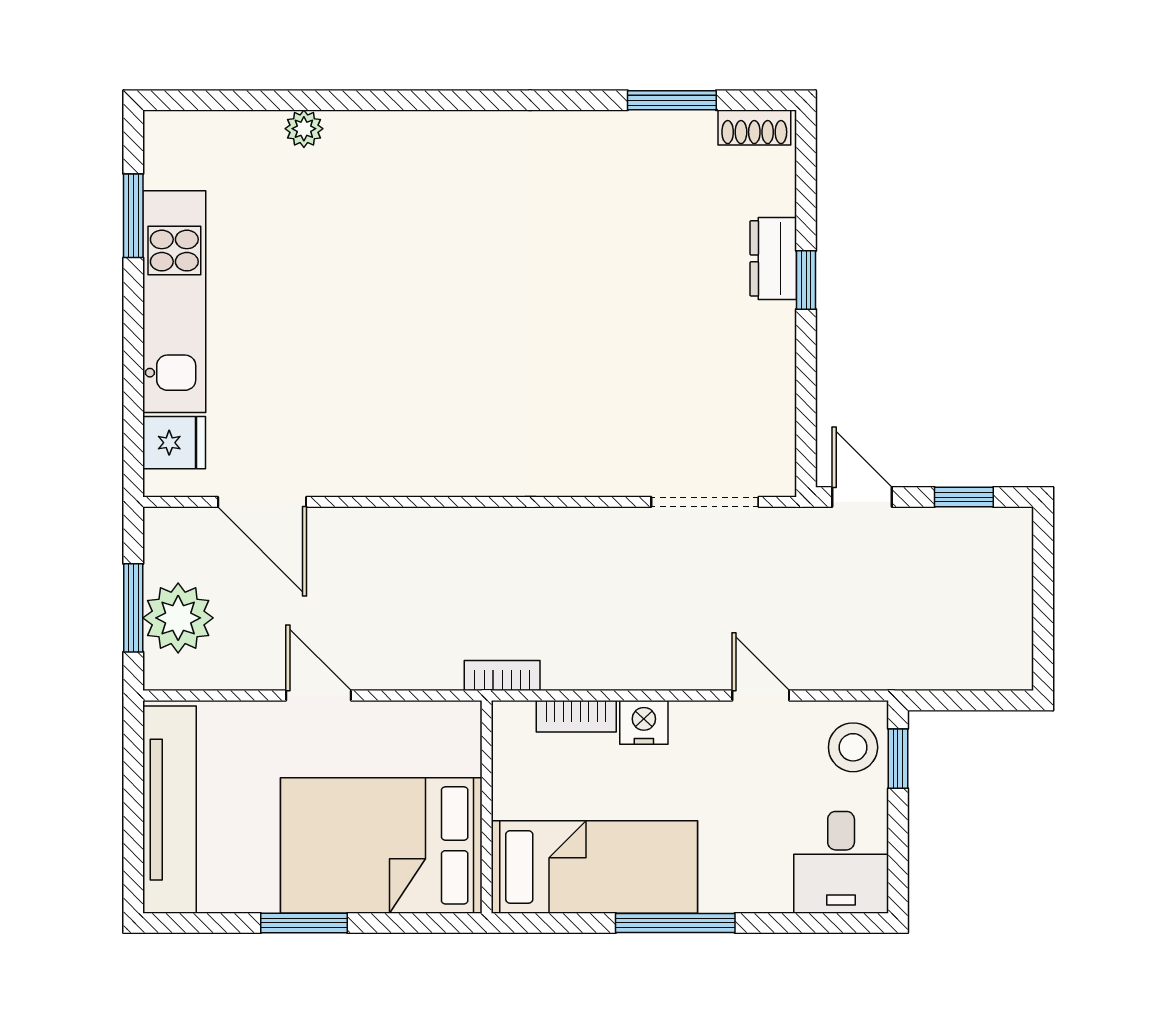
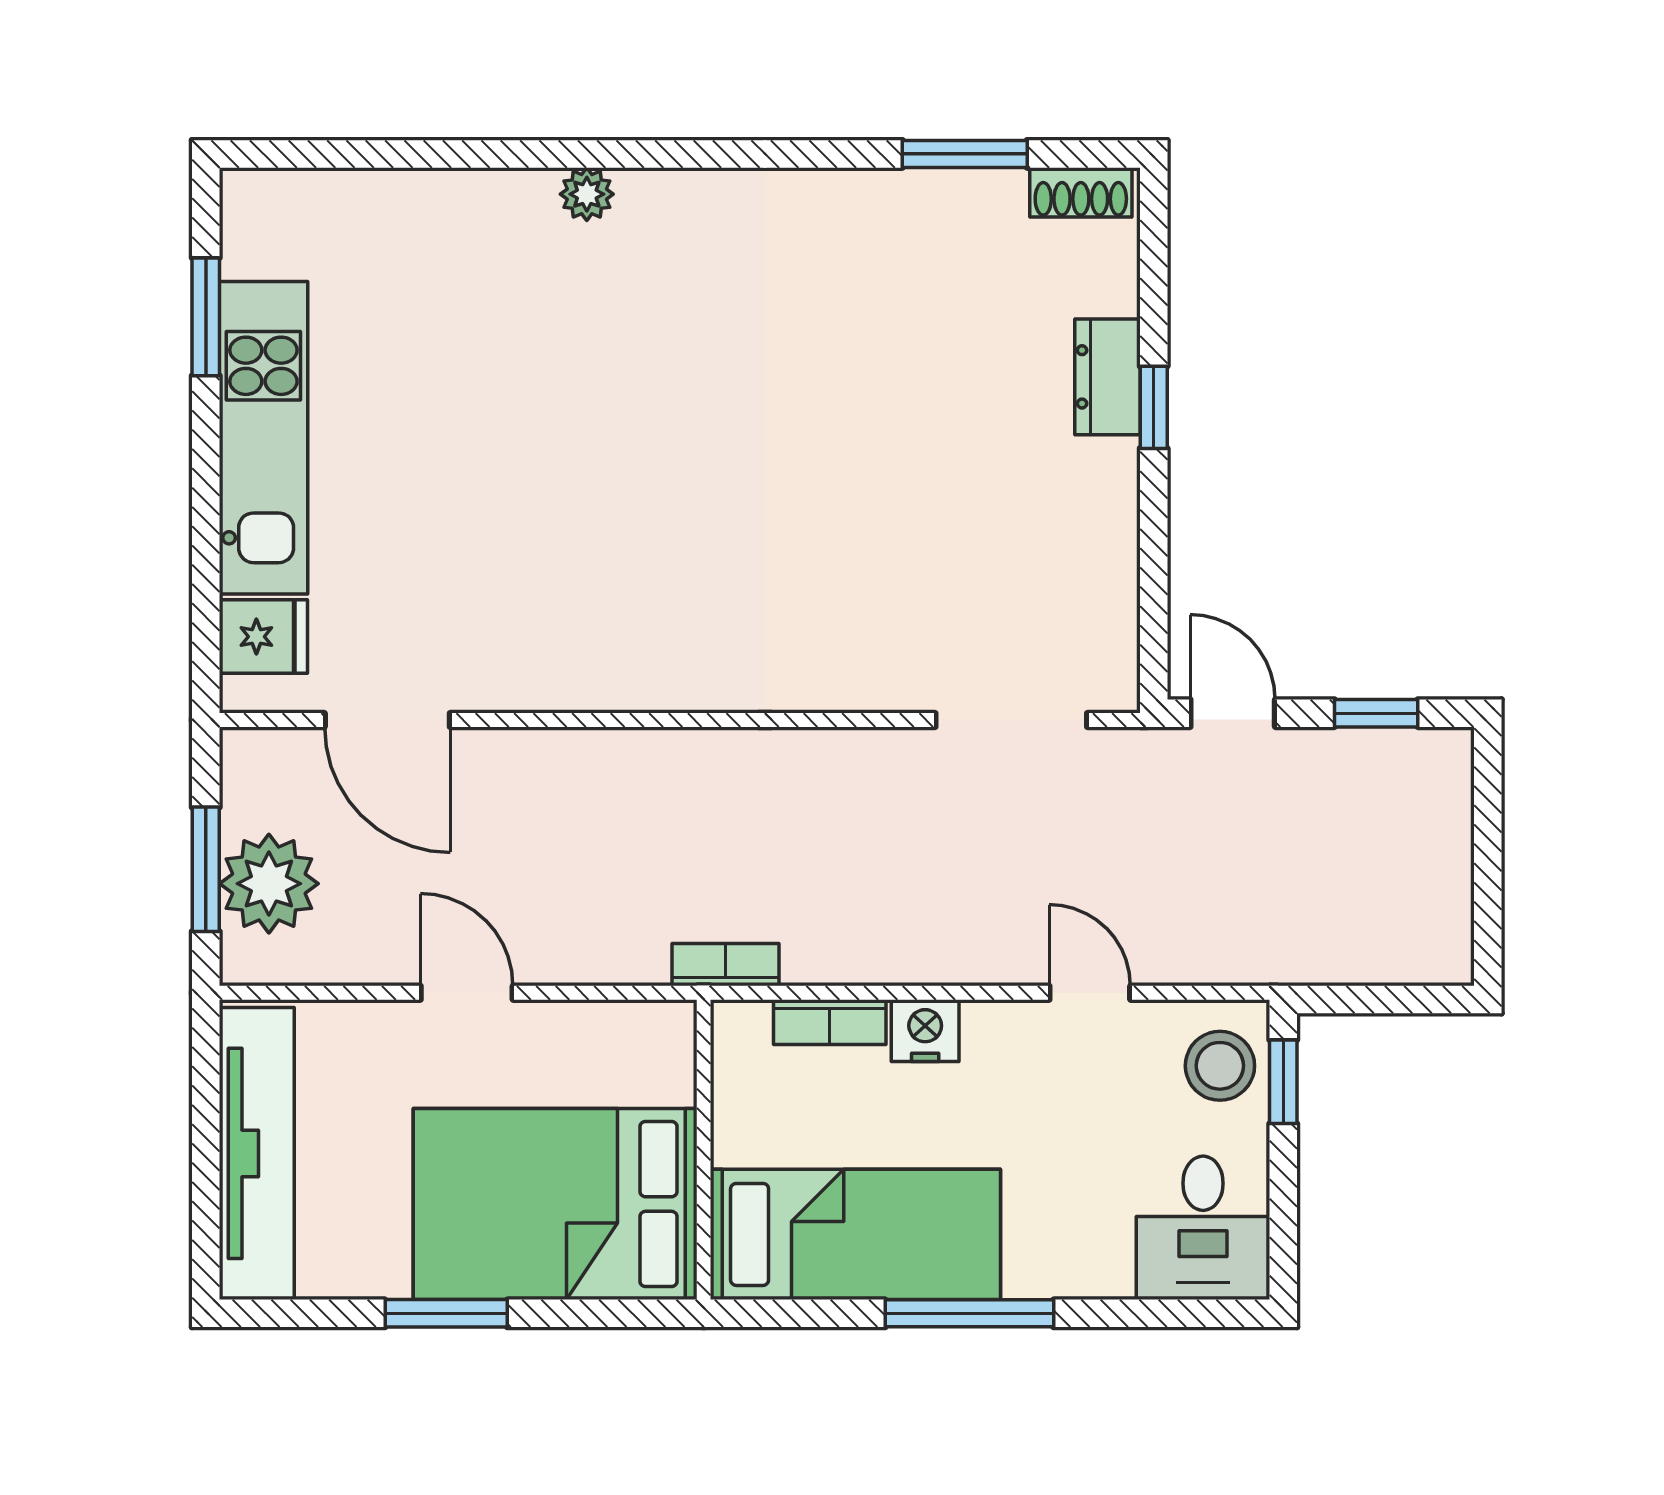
plant: (304, 129) -> (587, 194), moved

